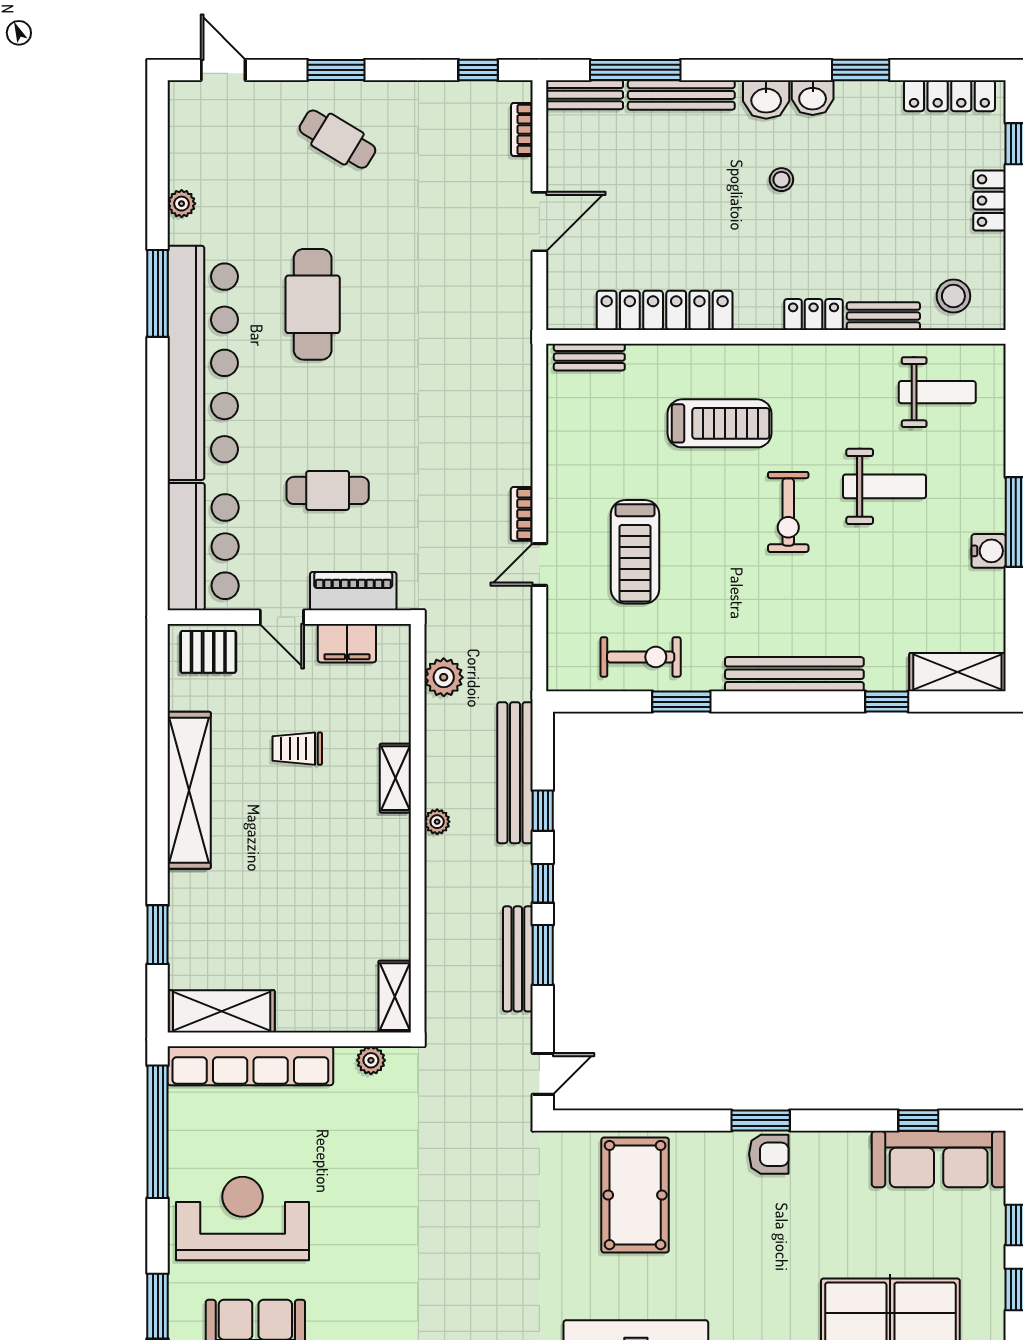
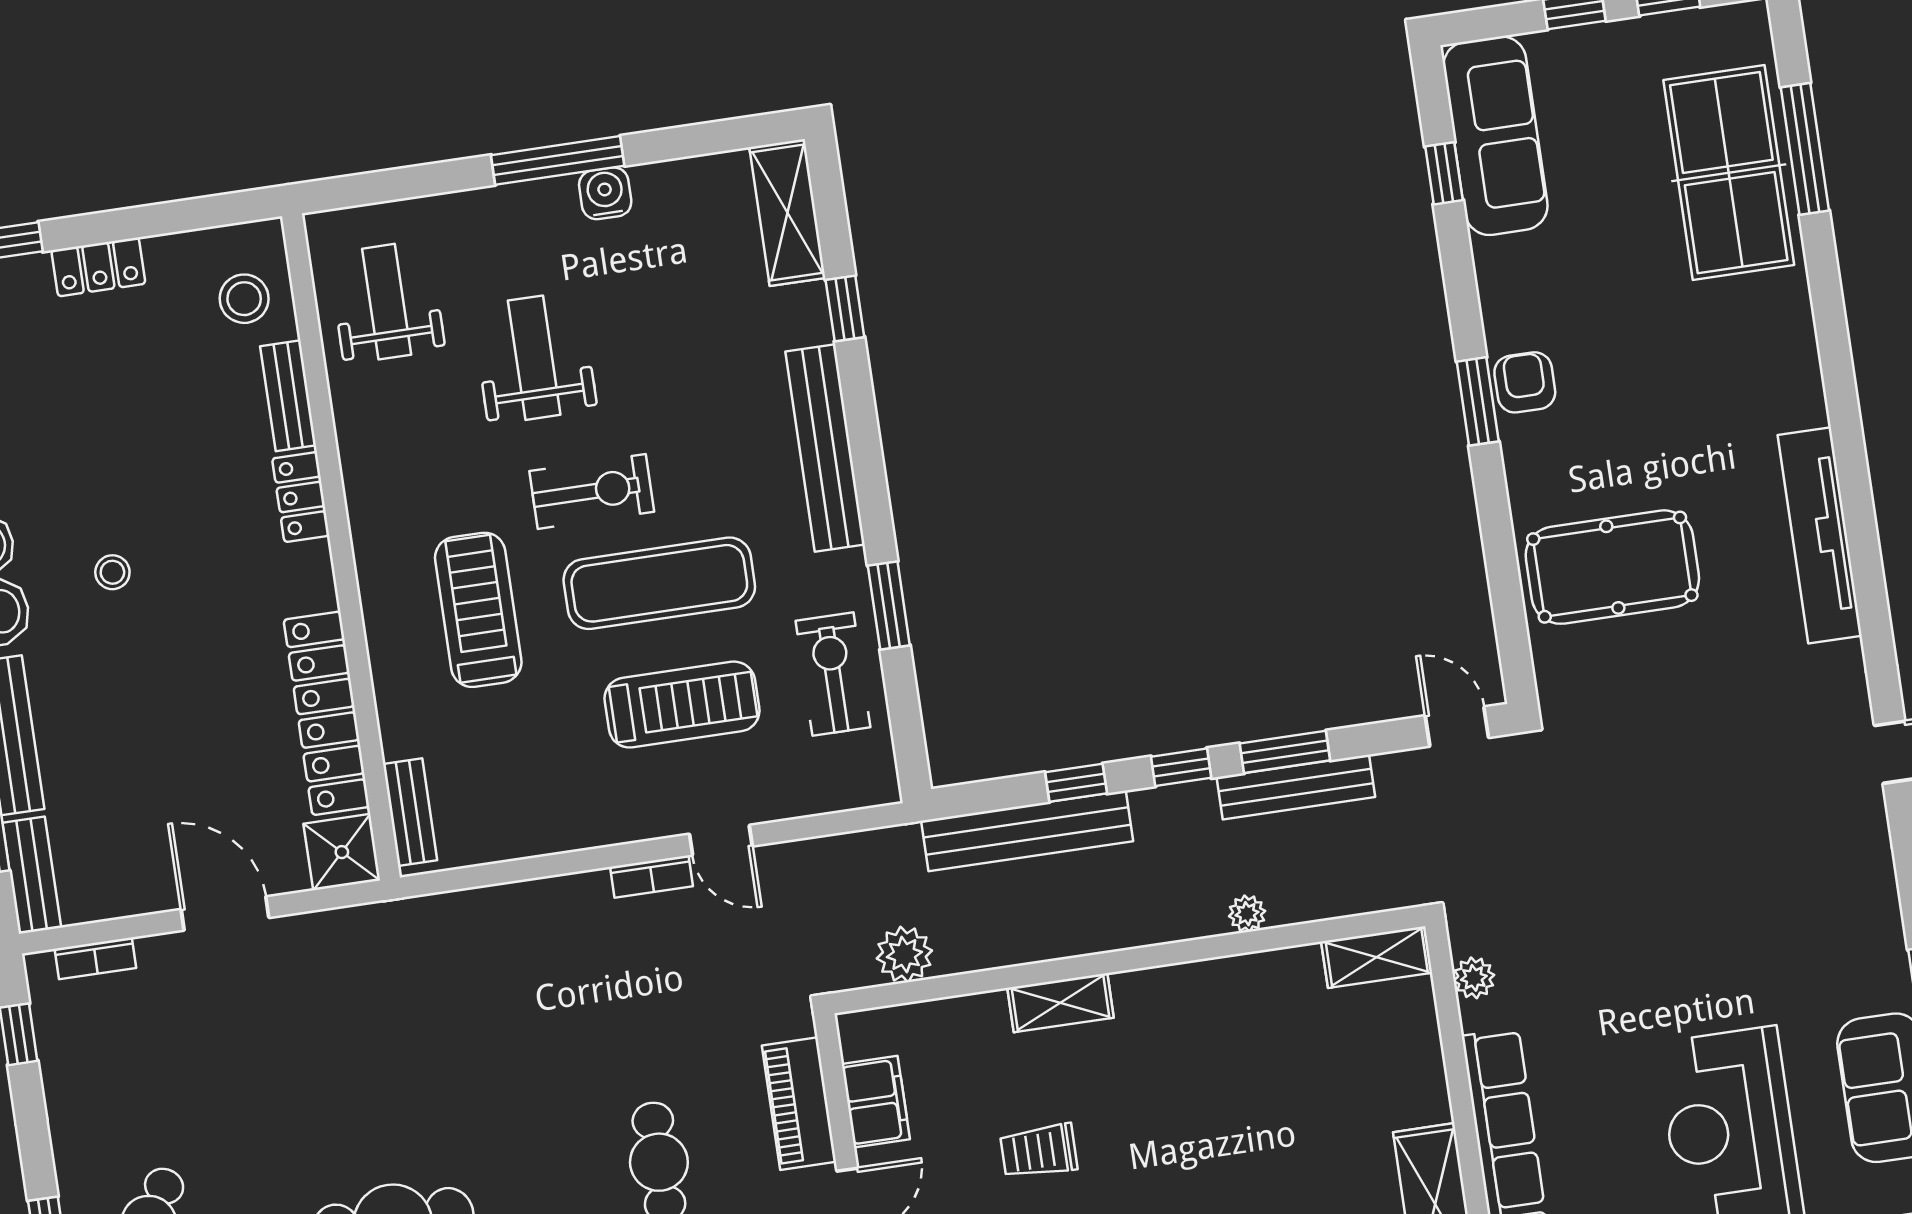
shower: (569, 307) -> (342, 852), added
exercise mat: (719, 549) -> (659, 583), added
trolley: (297, 749) -> (1039, 1151), turned 90
plant: (437, 822) -> (1247, 914), moved

